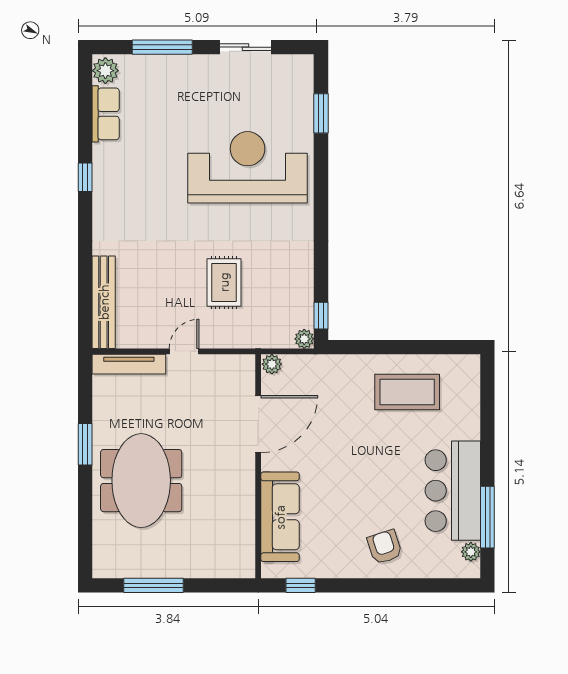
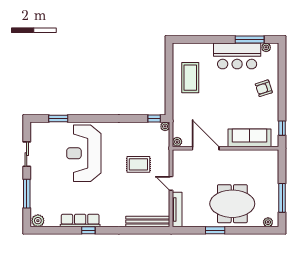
row of seats: (106, 114) -> (80, 221), moved, width x1.48
plant: (102, 556) -> (268, 222), added

